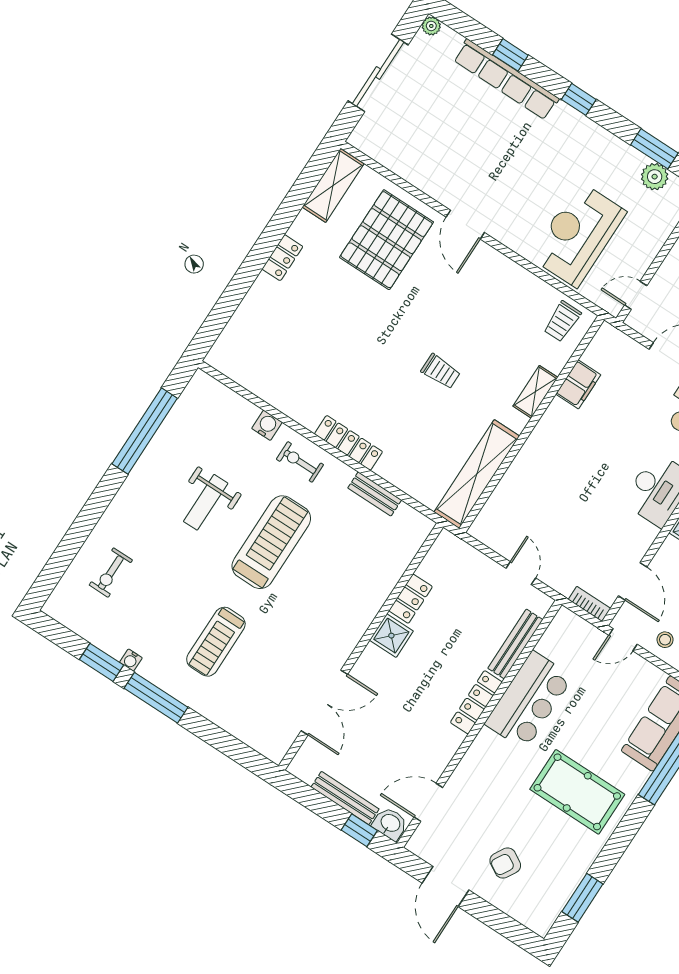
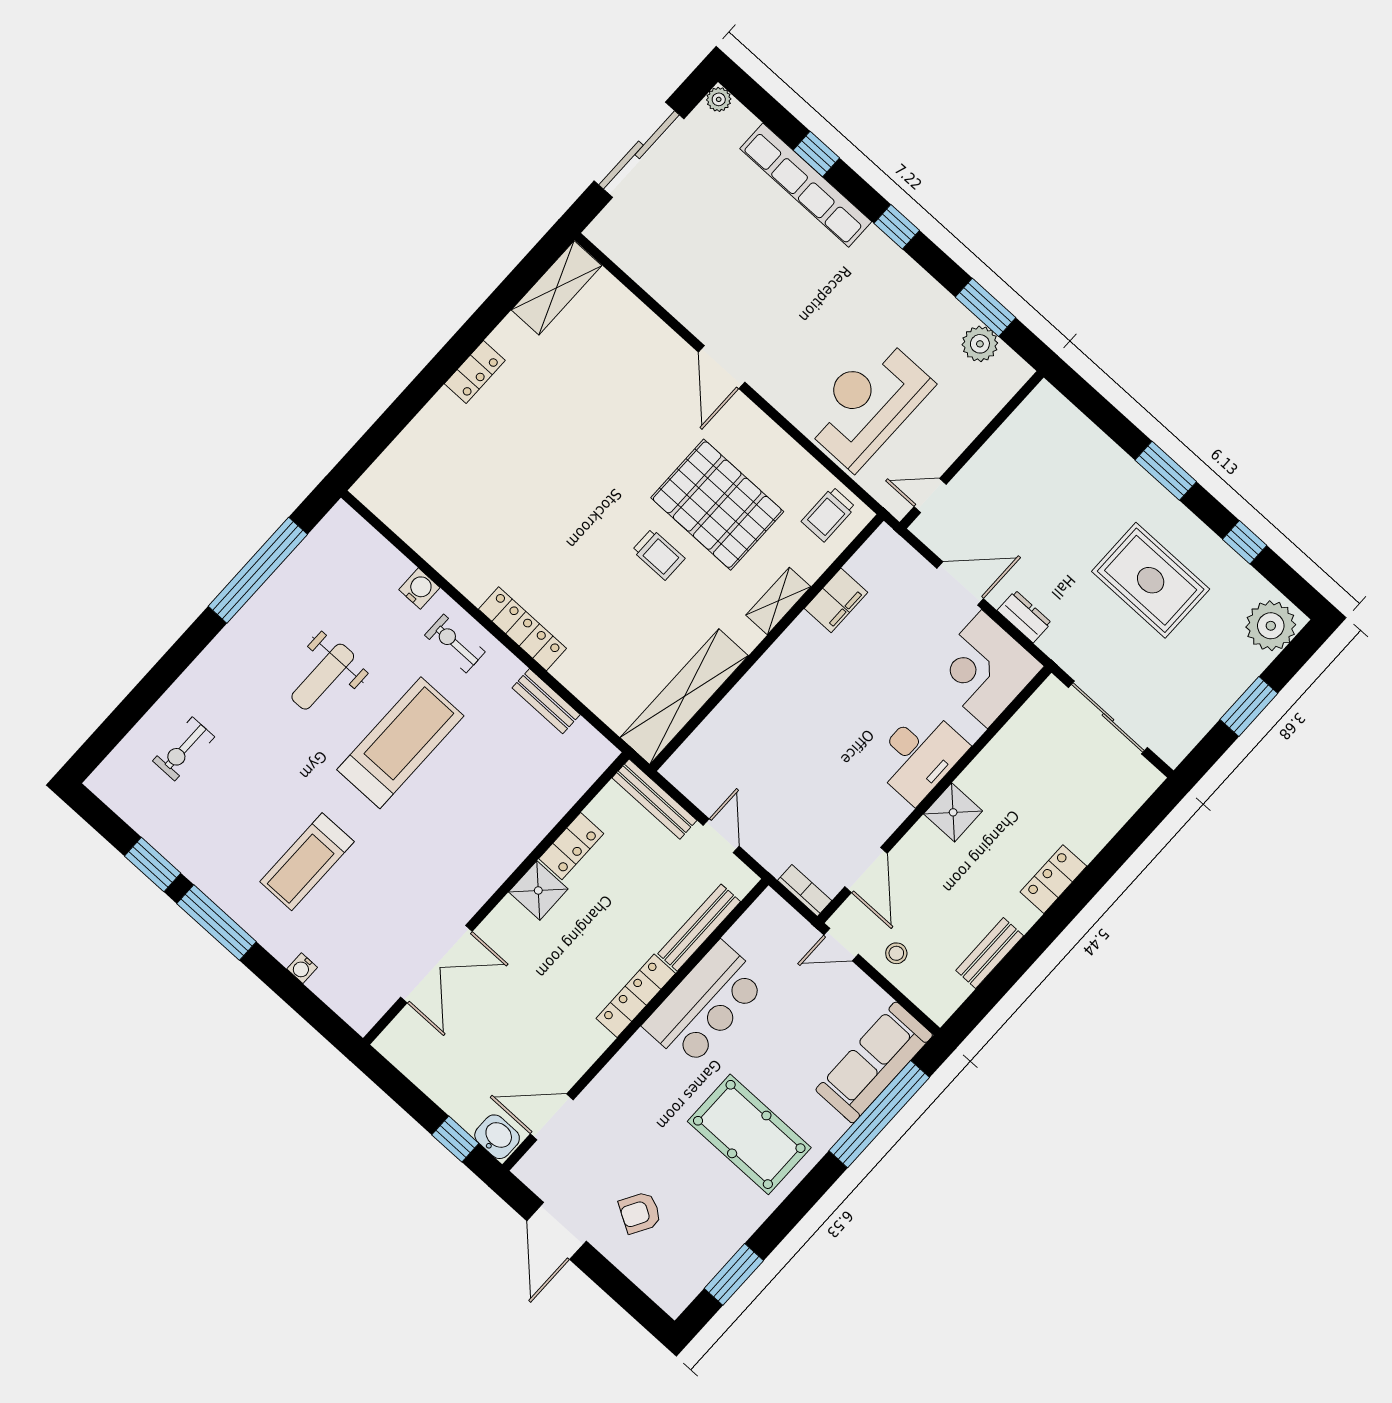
pallet: (387, 240) -> (717, 505), moved, turned 90
water cooler: (131, 660) -> (302, 968), moved
bench: (345, 798) -> (654, 799), moved

